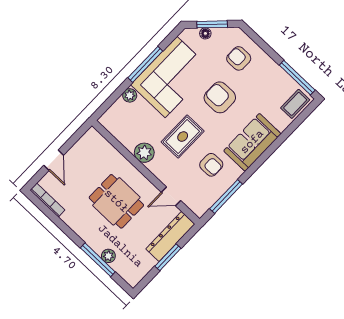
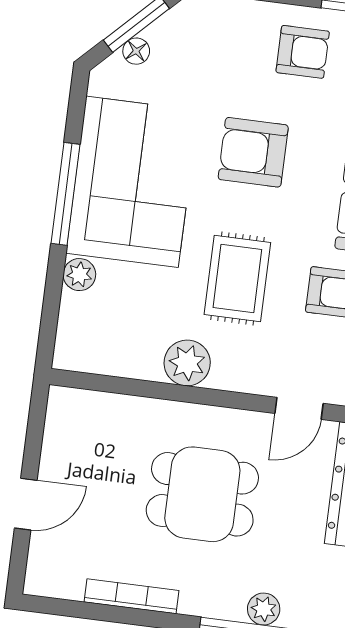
armchair: (239, 58) -> (303, 52), moved, turned 180
door: (54, 160) -> (26, 504), hinge flipped
bookcase: (47, 200) -> (132, 596), moved

